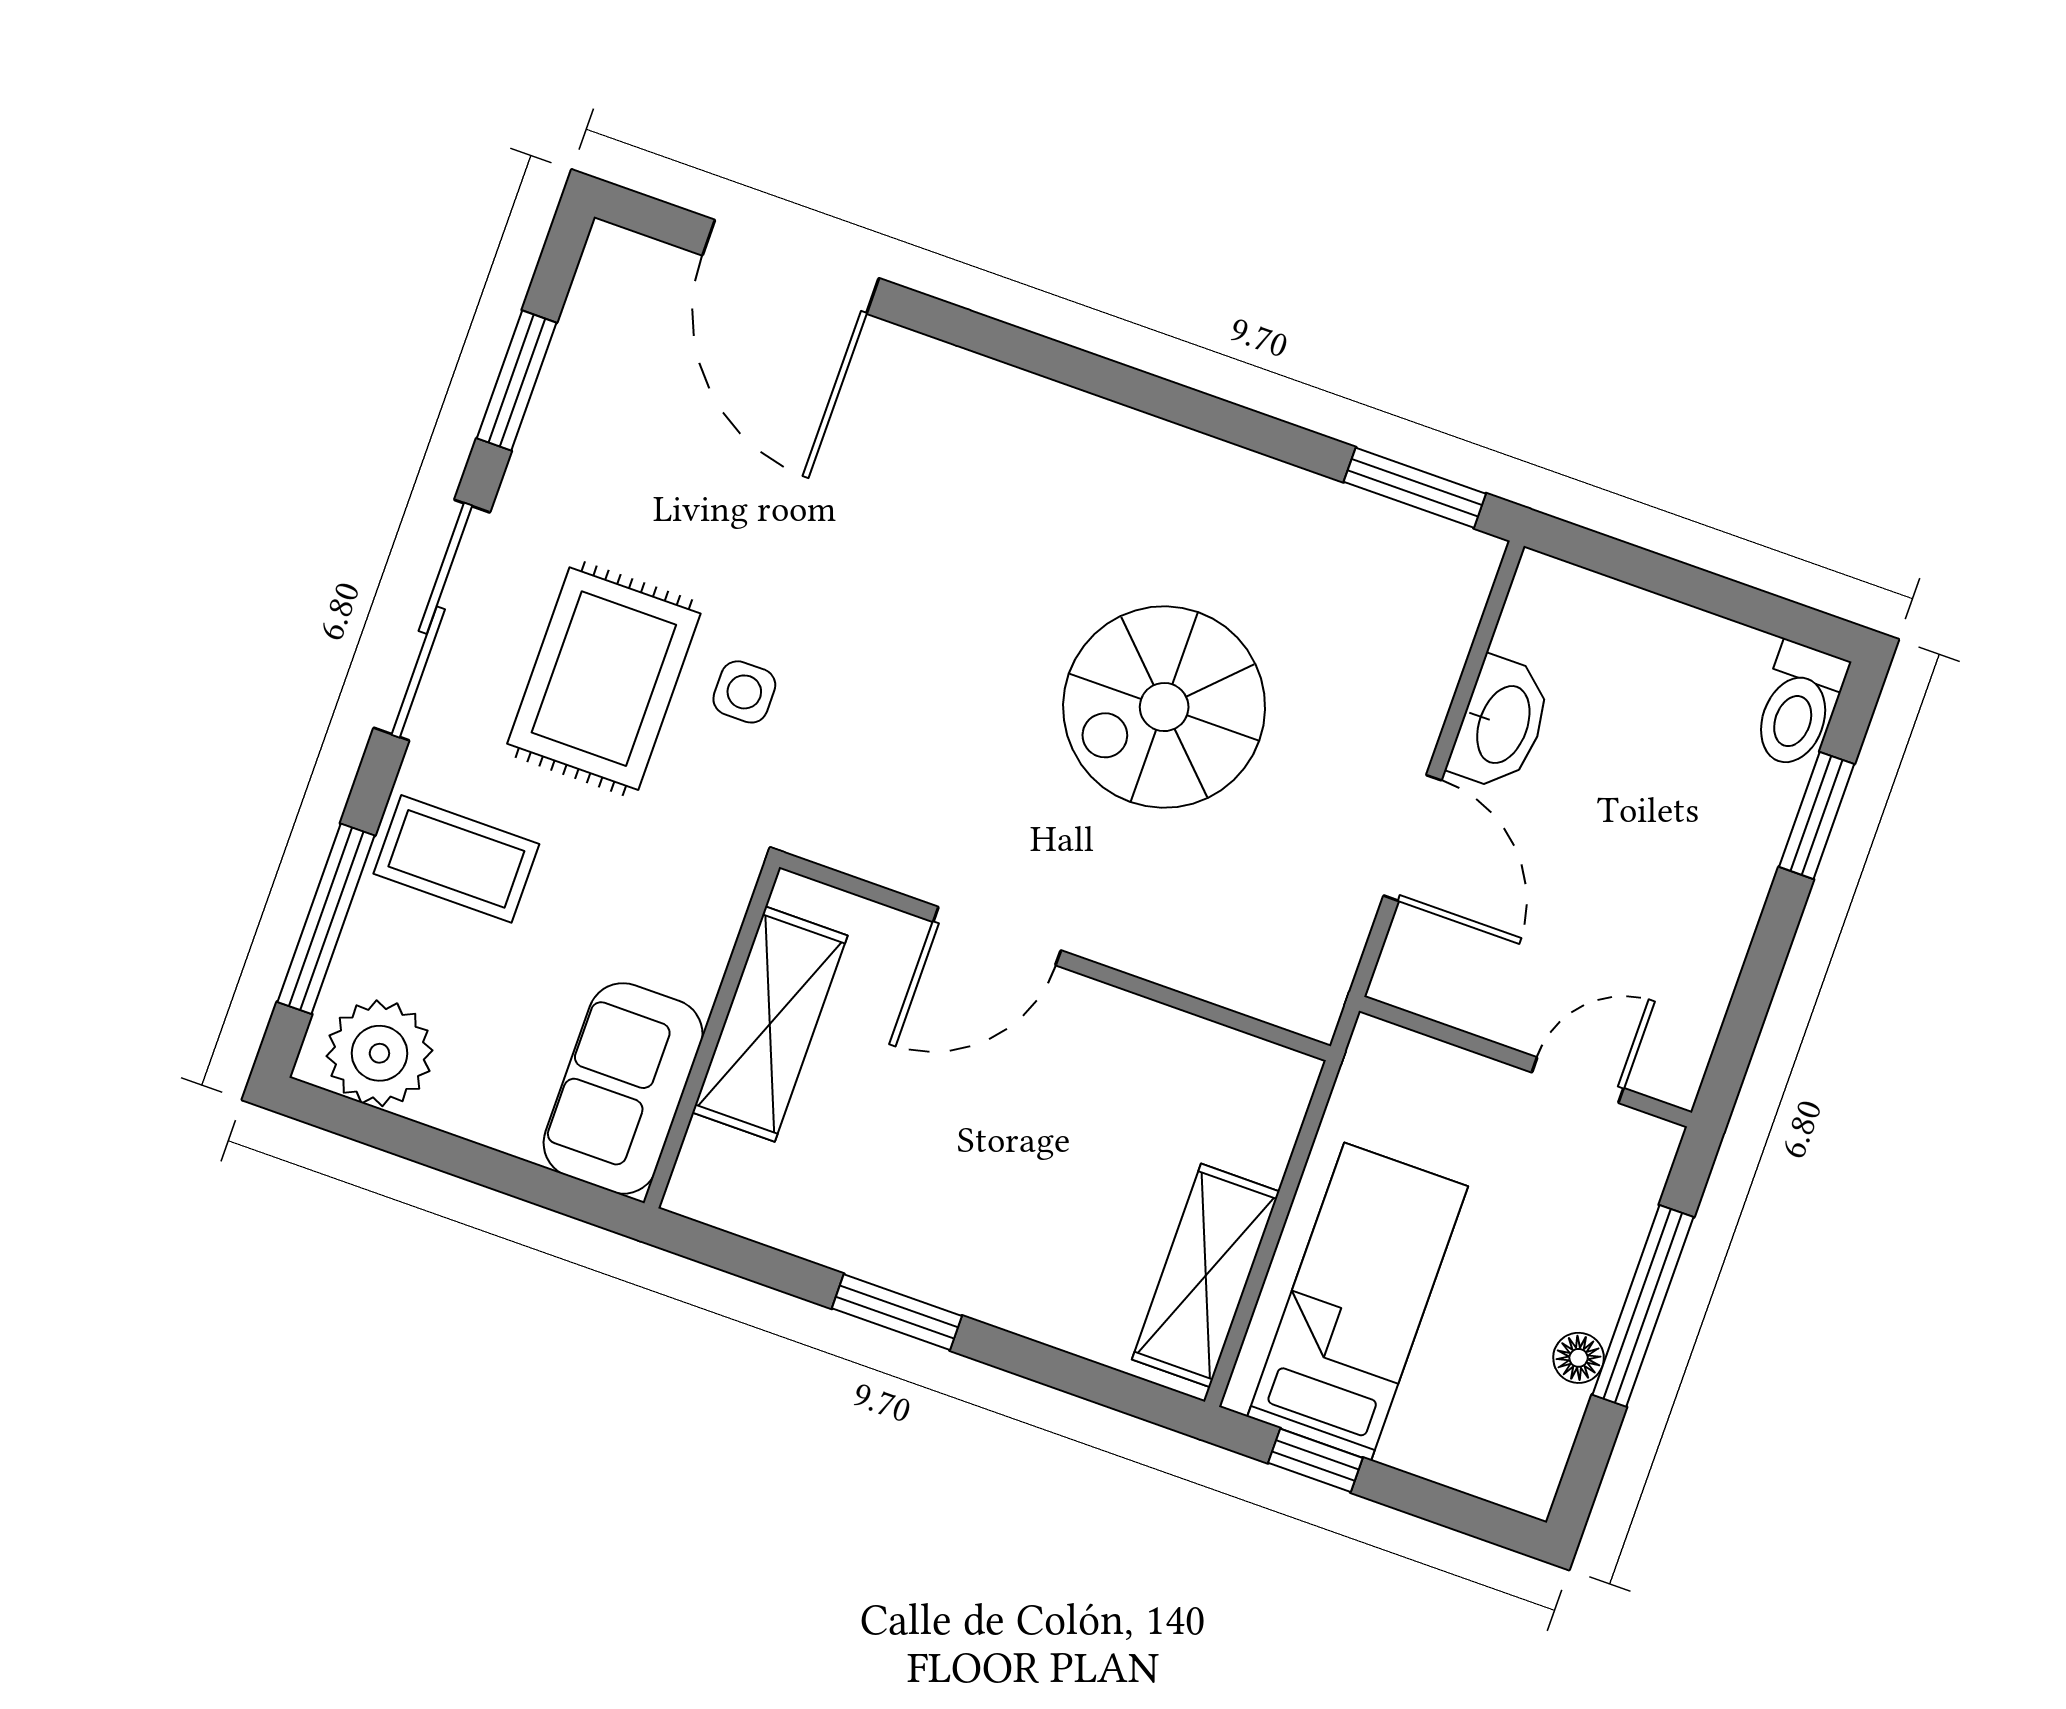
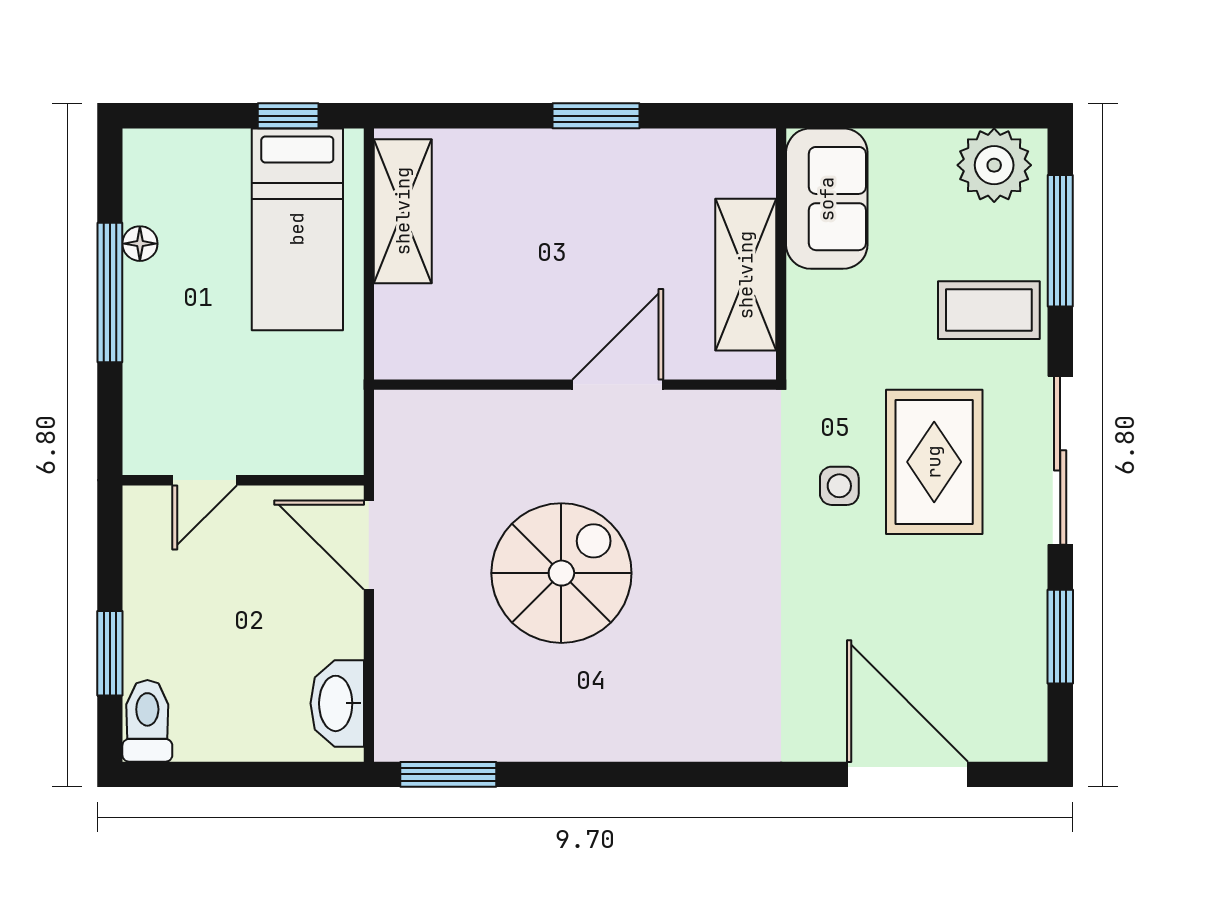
washbasin: (1501, 724) -> (337, 703), moved
wall: (1526, 1062) -> (243, 480), moved
door: (1578, 1080) -> (205, 480), moved

